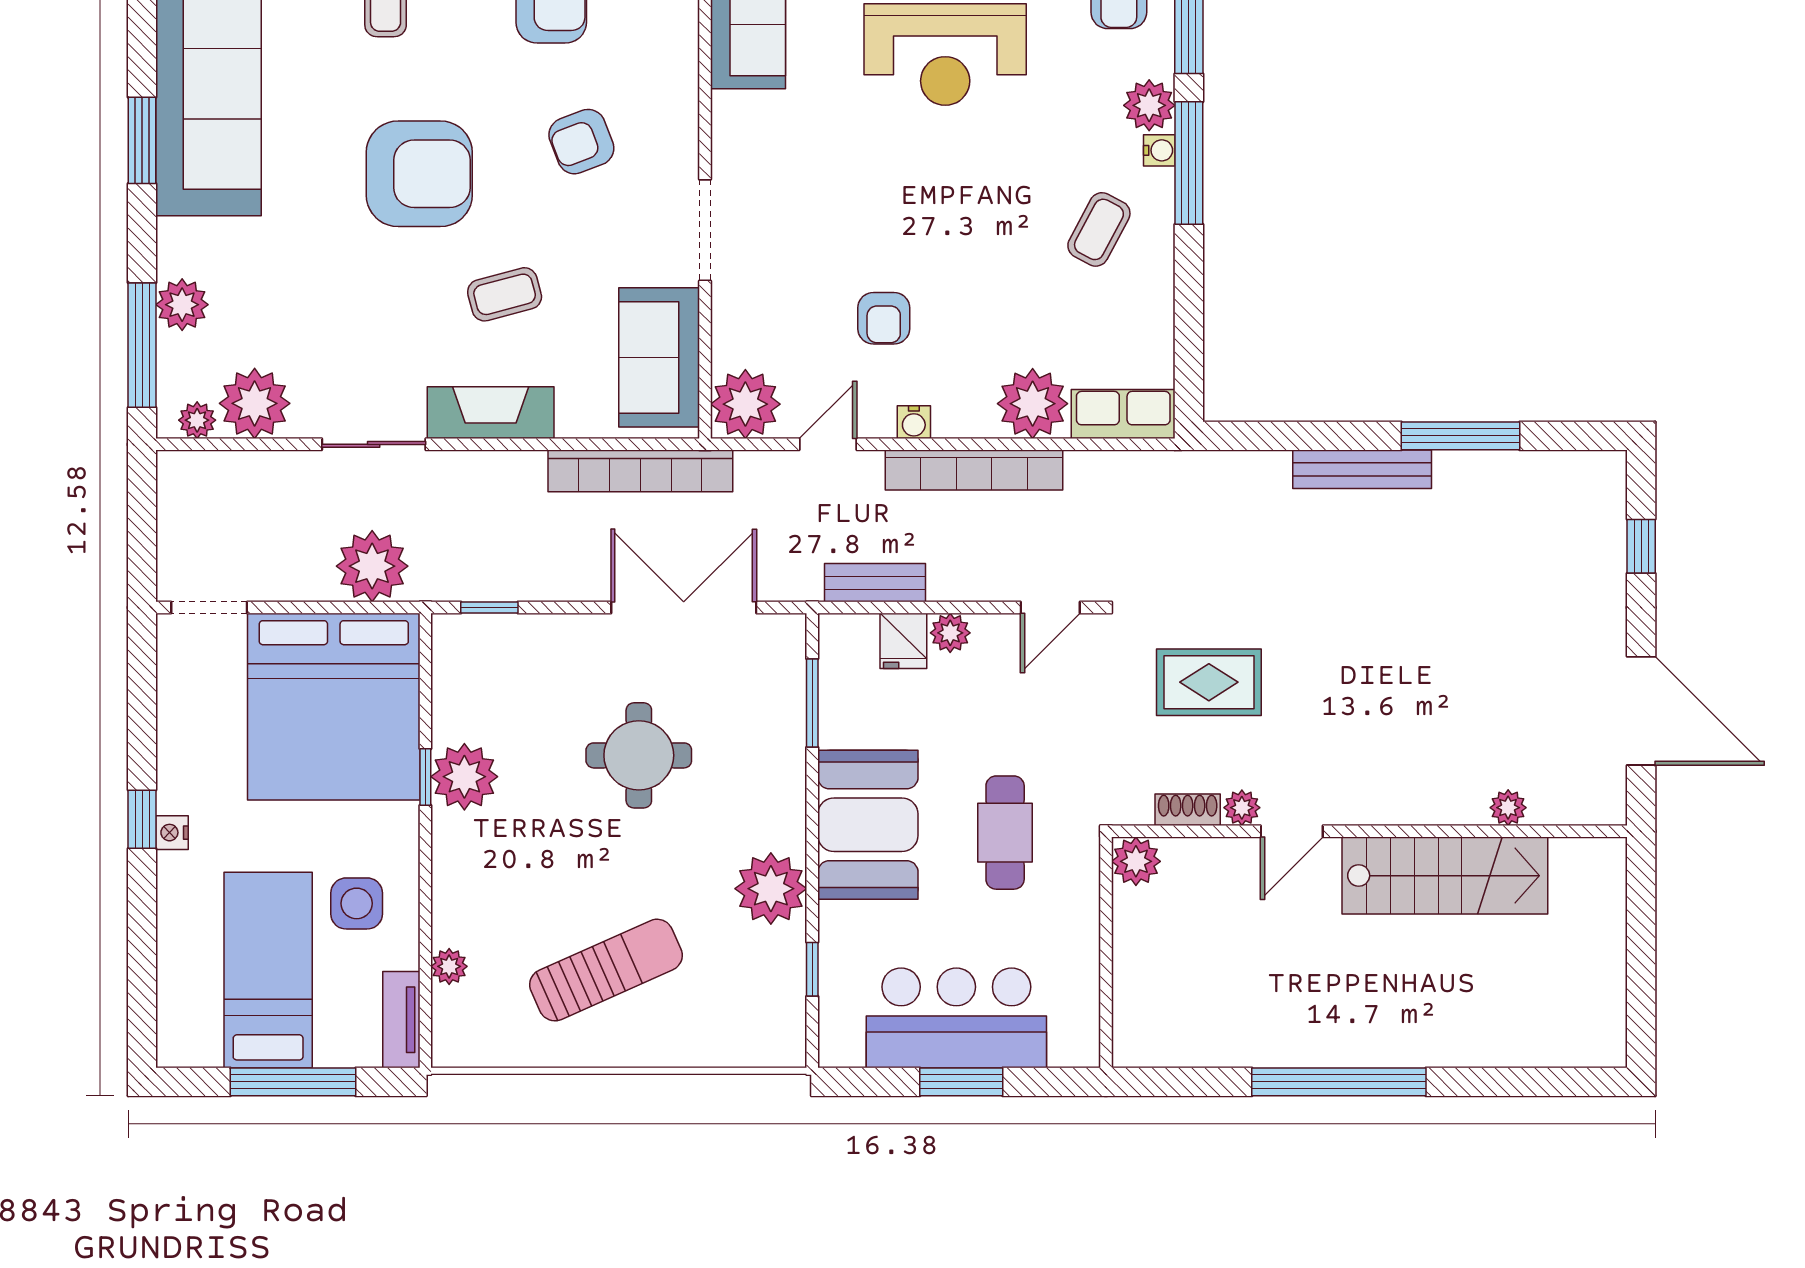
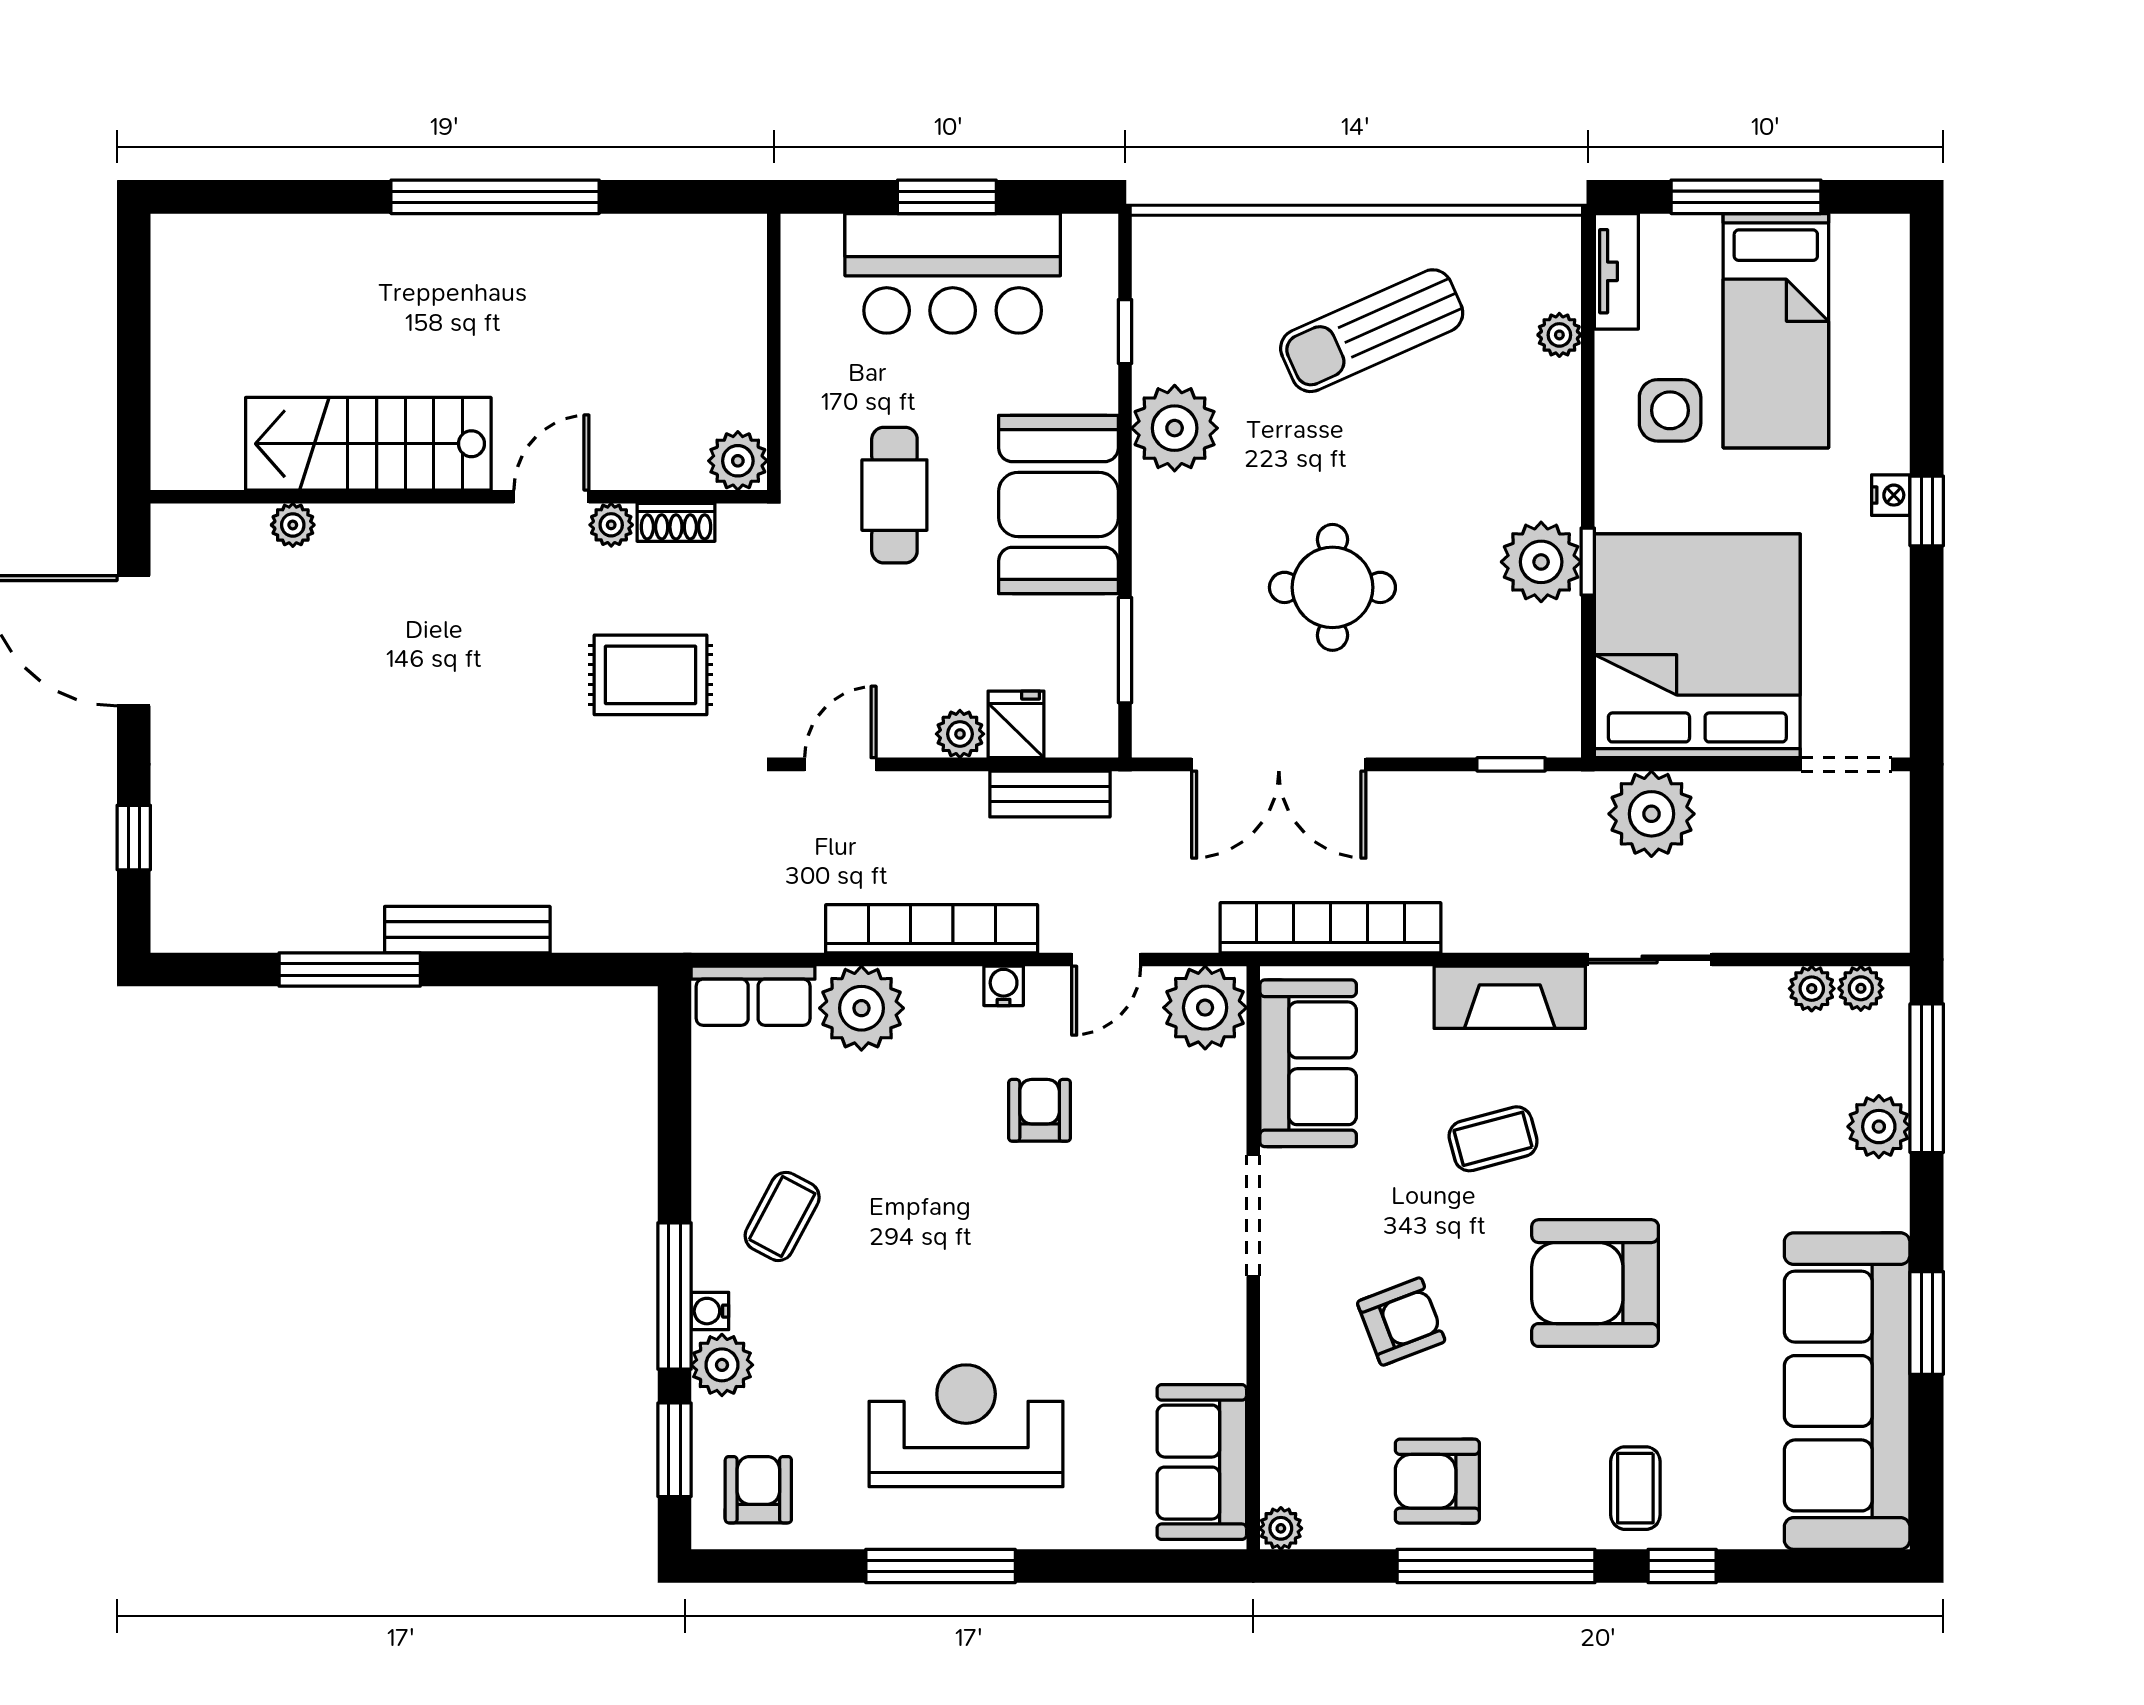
plant: (255, 403) -> (1812, 989), width x0.53, depth x0.53

